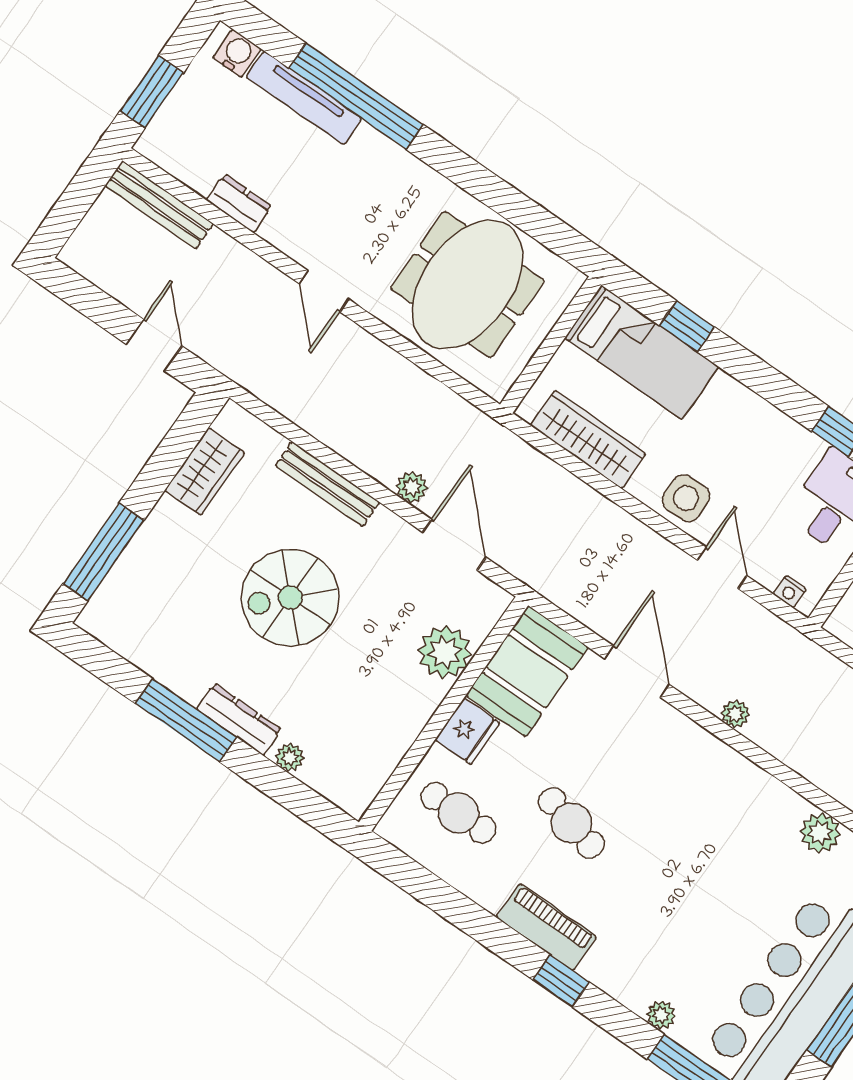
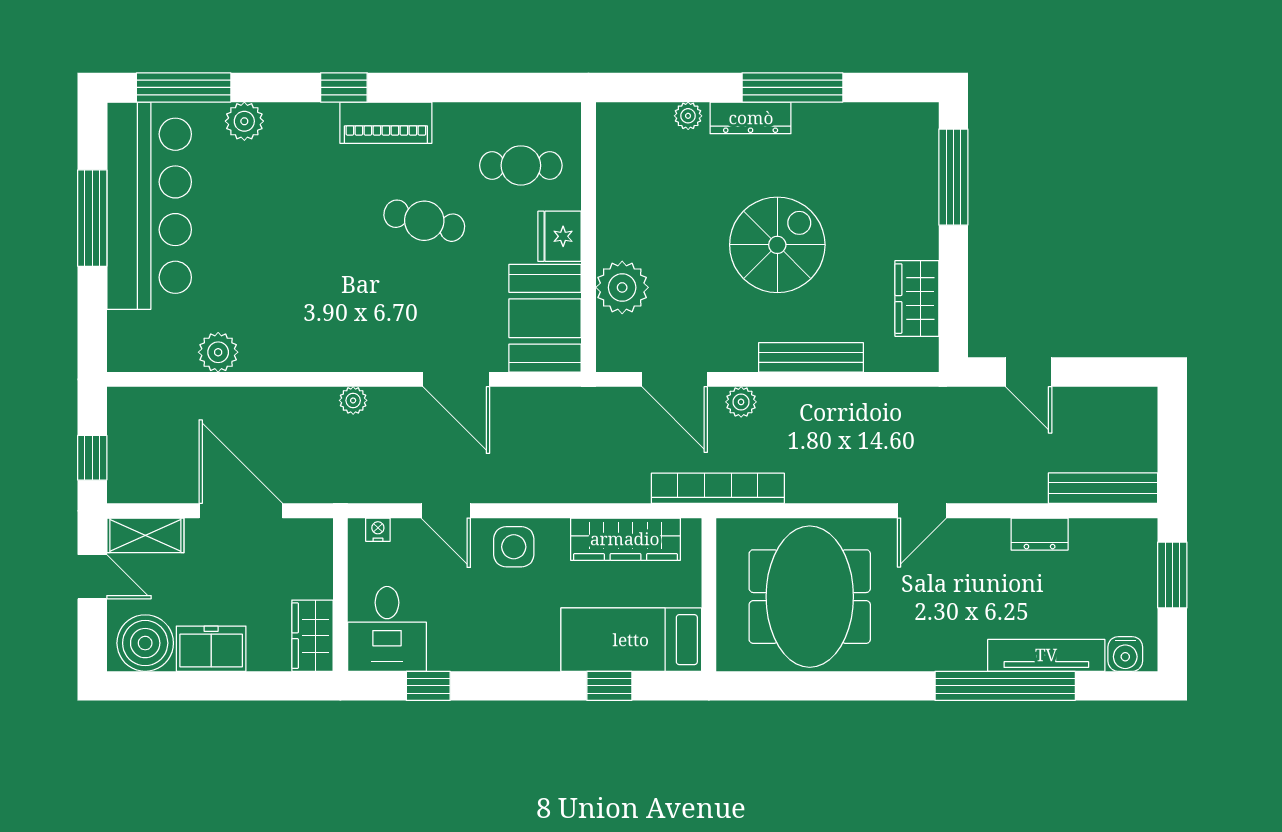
door: (324, 291) -> (922, 511), swing flipped
bookcase: (481, 428) -> (718, 488), added
plant: (661, 1015) -> (244, 121), width x1.38, depth x1.38

